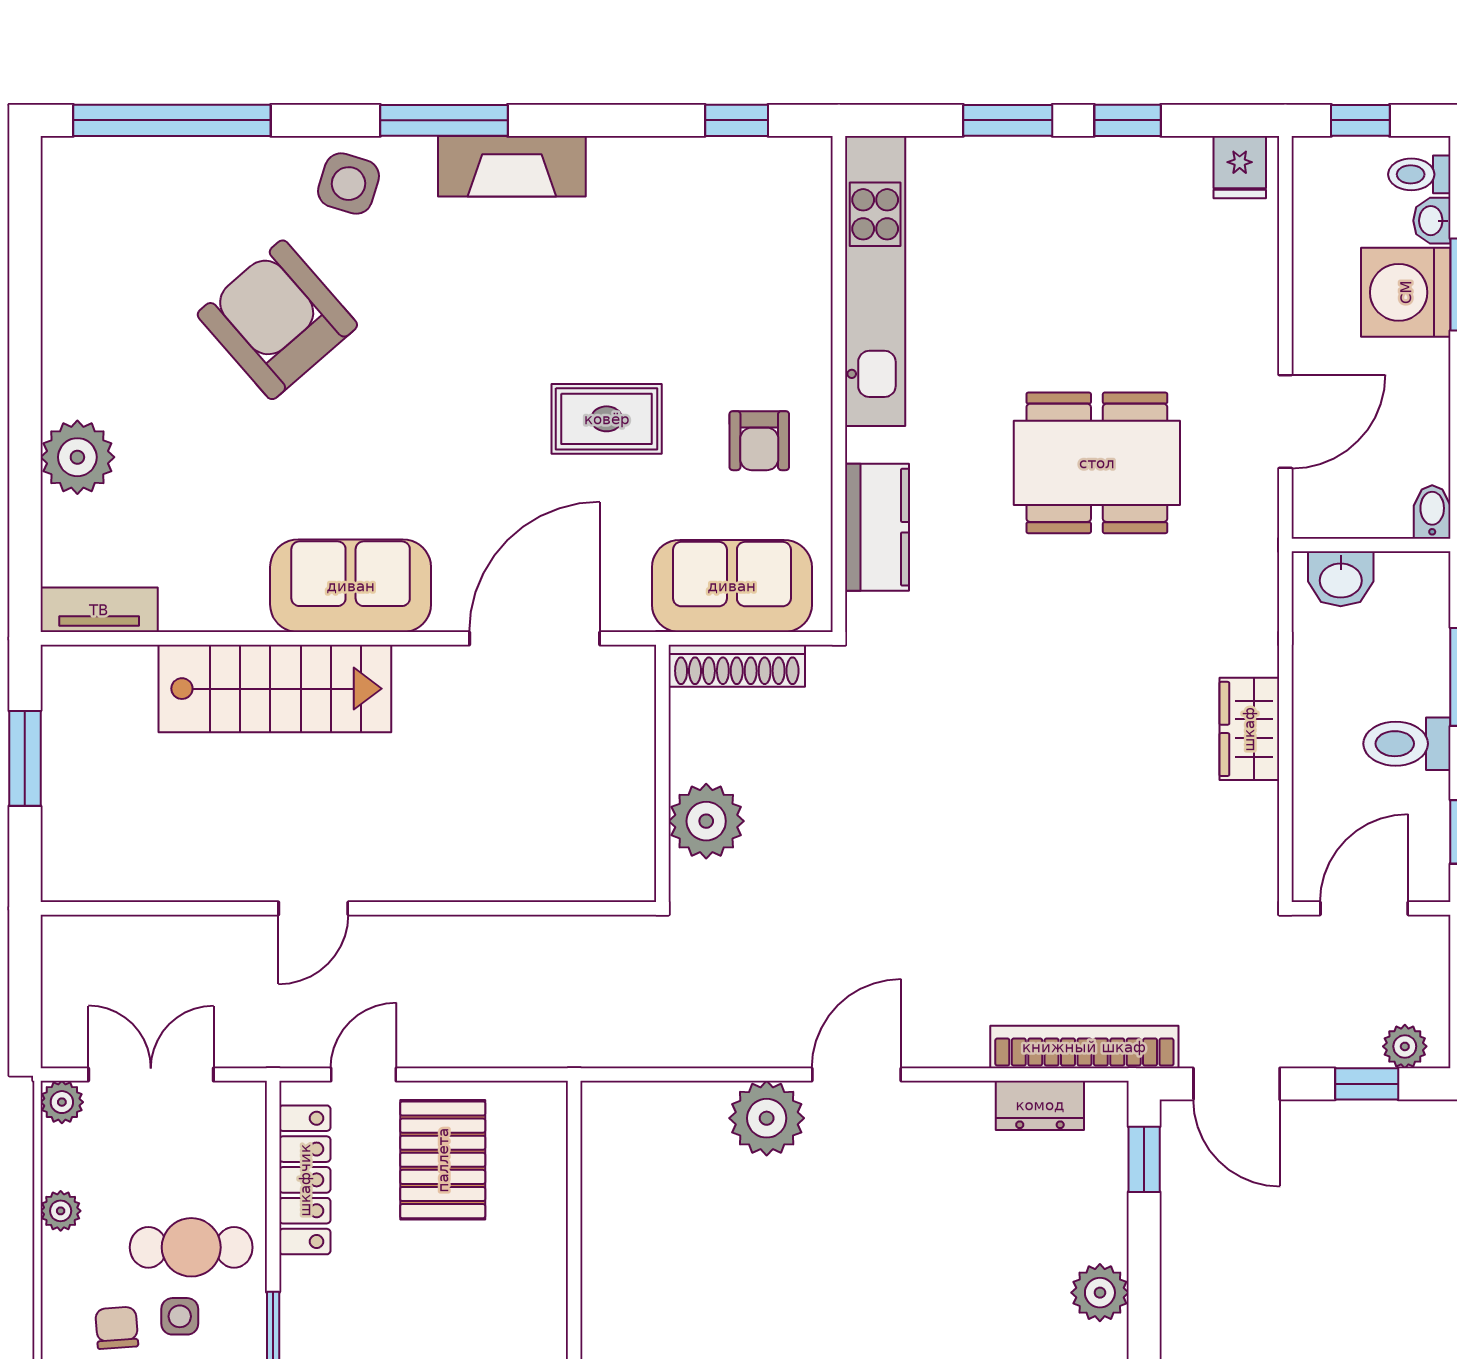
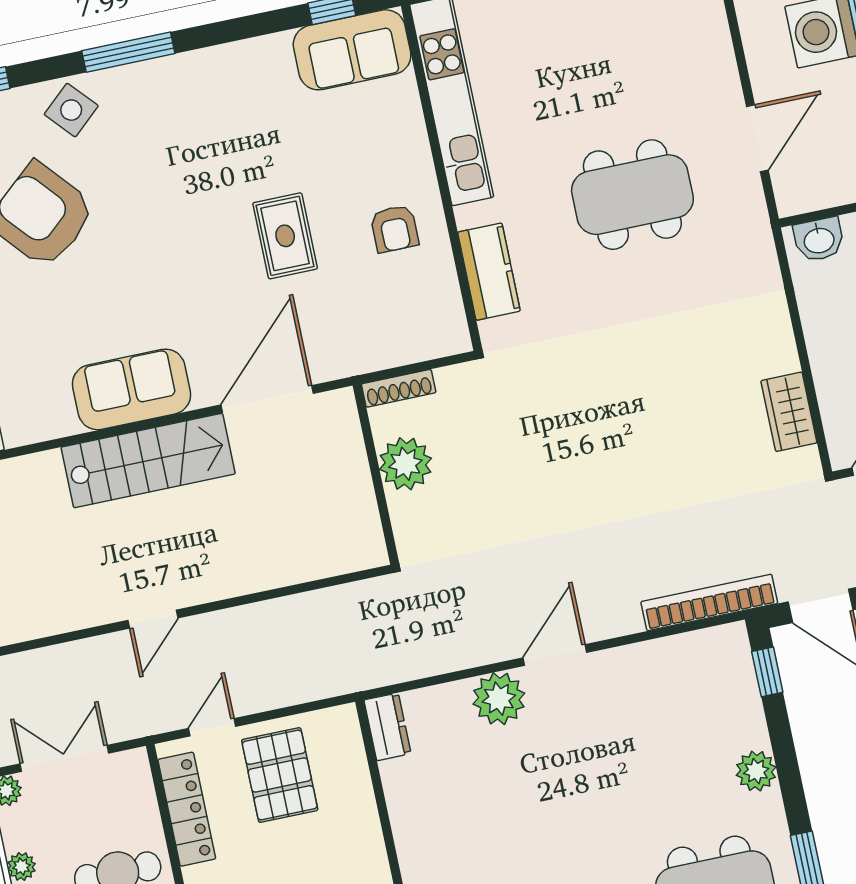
fireplace: (512, 166) -> (182, 74), removed
side table: (349, 184) -> (71, 110), turned 31
rug: (607, 419) -> (285, 236), turned 90
sofa: (732, 586) -> (352, 50), moved, turned 180
shoe rack: (737, 666) -> (399, 388), width x0.74, depth x0.81
stairs: (275, 689) -> (148, 461), moved
wardrobe: (1249, 729) -> (789, 412), moved
plant: (706, 821) -> (405, 464), moved
dresser: (1040, 1105) -> (387, 727), moved, turned -90

